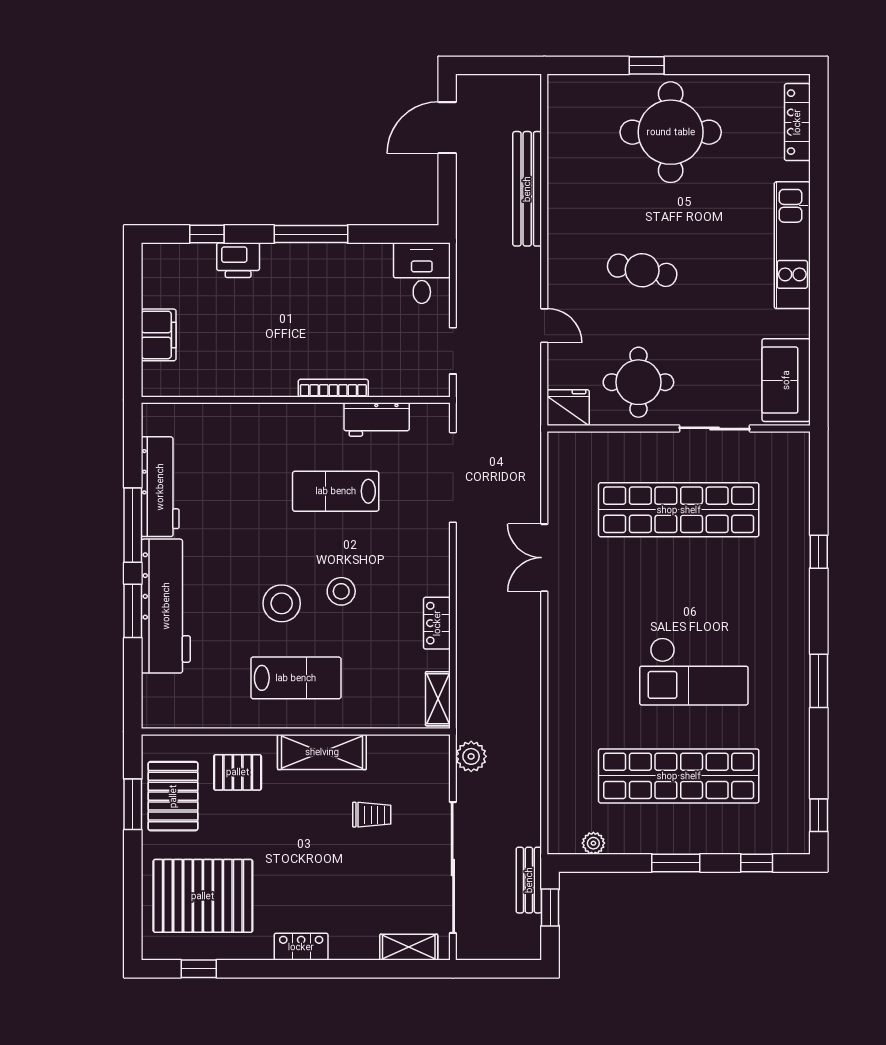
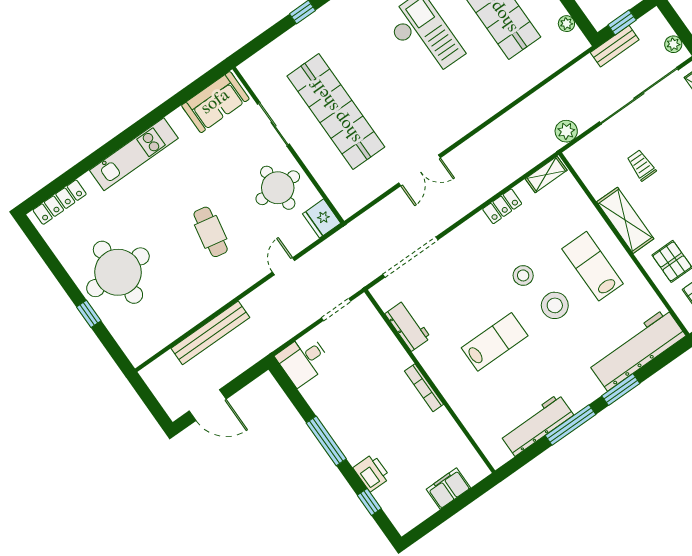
bookcase: (333, 388) -> (424, 388), moved
lab bench: (336, 491) -> (495, 342), moved, turned -90
workbench: (166, 606) -> (637, 349), moved
plant: (484, 948) -> (673, 44), added

